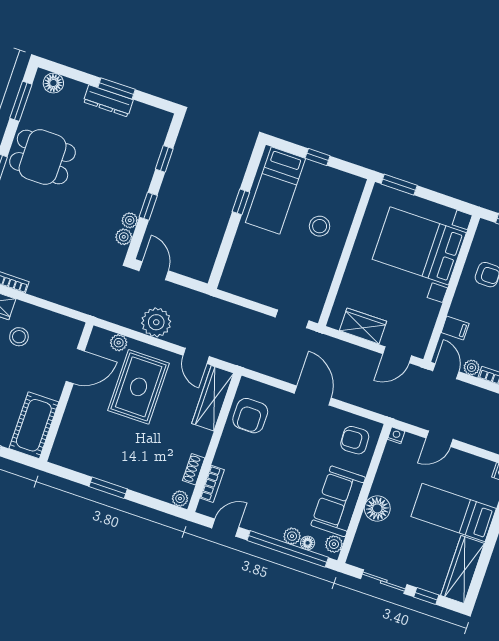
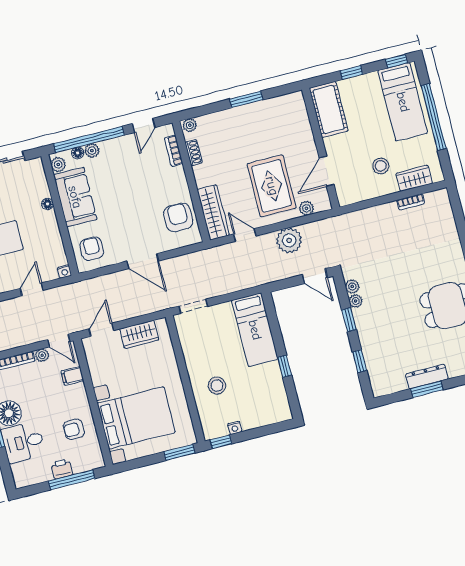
window: (318, 157) -> (221, 442), moved
nightstand: (329, 173) -> (235, 428), added
bed: (275, 190) -> (255, 330), moved, turned 180
armchair: (355, 440) -> (92, 249), turned -87
floor lamp: (377, 508) -> (47, 204), width x0.53, depth x0.53

